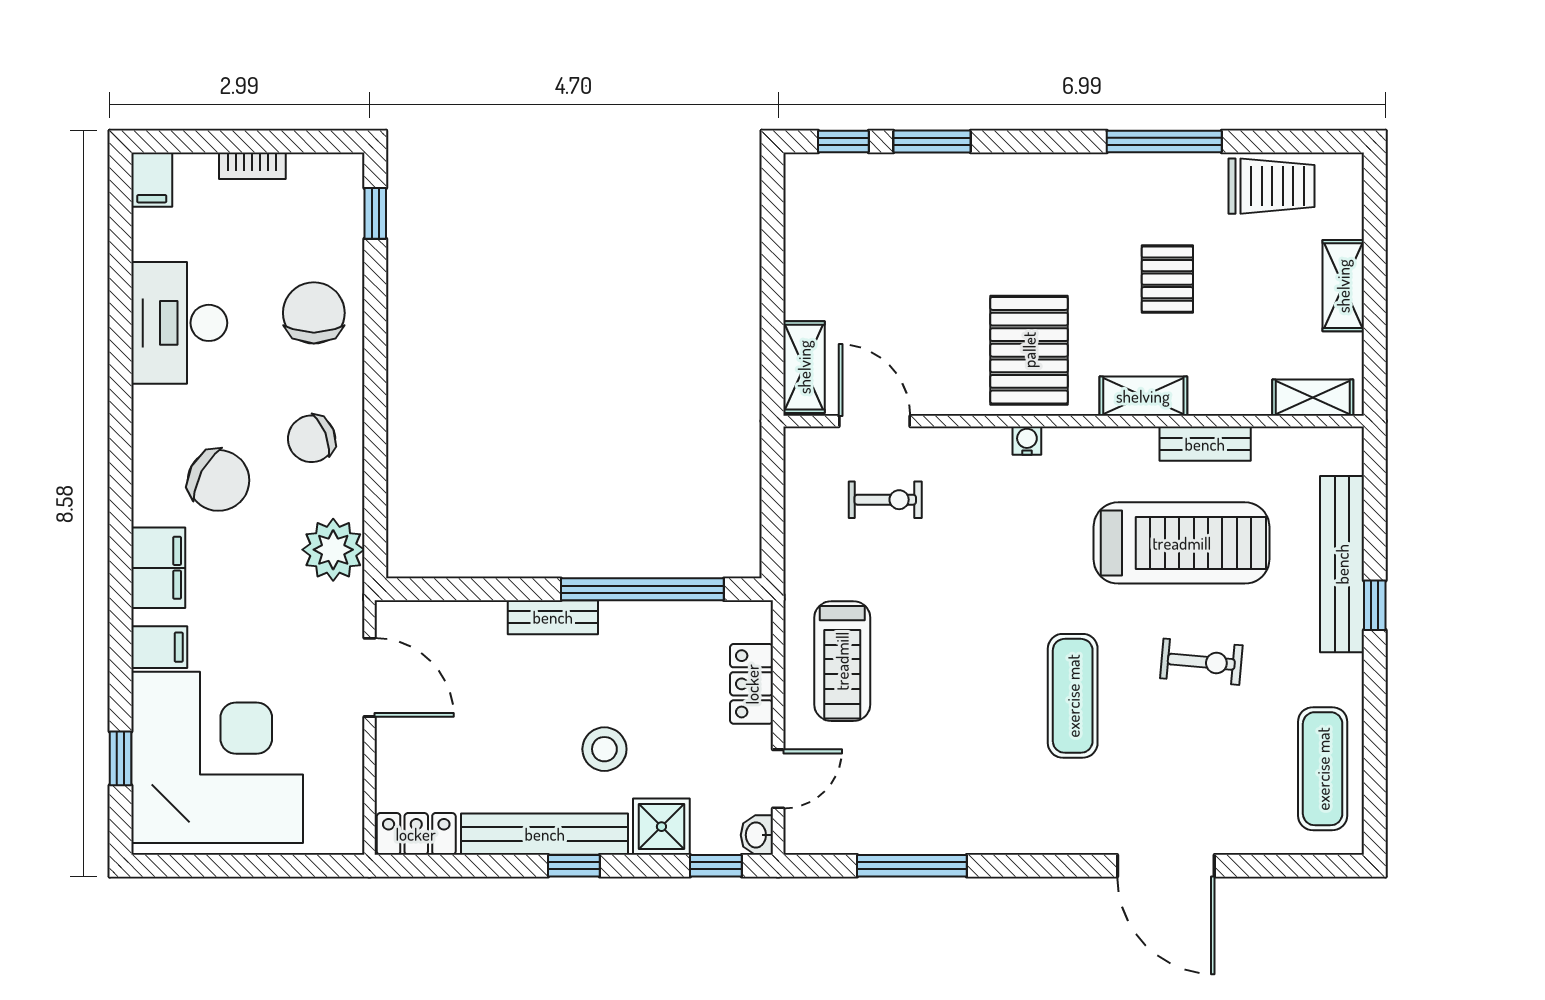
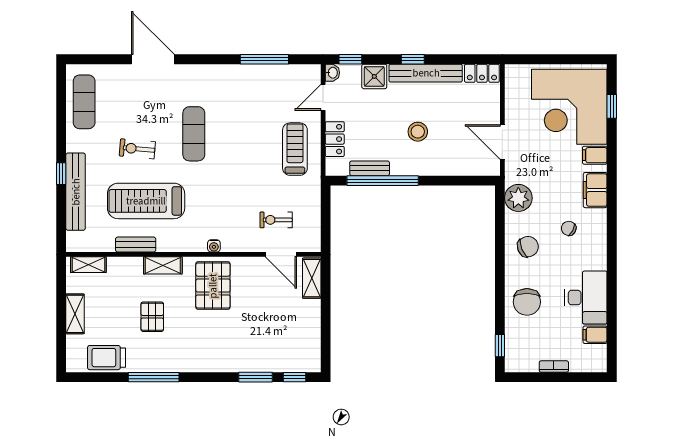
filing cabinet: (152, 180) -> (595, 335), moved, turned -90
chair: (219, 480) -> (569, 228), width x0.54, depth x0.54
bench: (553, 617) -> (370, 168), moved
stool: (604, 749) -> (418, 132), moved

